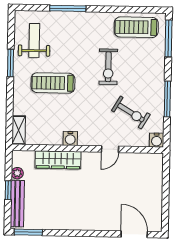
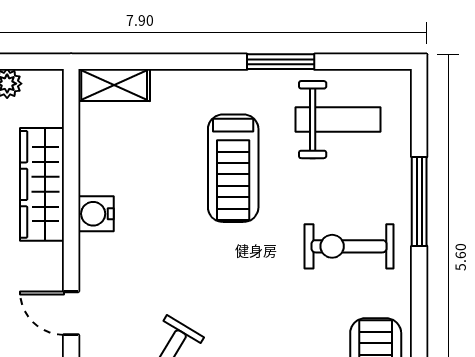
exercise bike: (108, 67) -> (349, 246), moved
treadmill: (53, 83) -> (233, 168), turned 180

